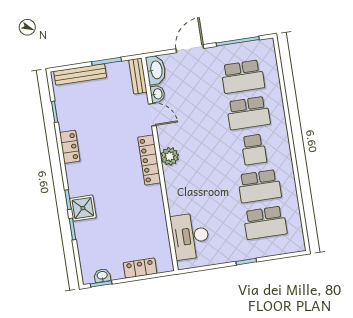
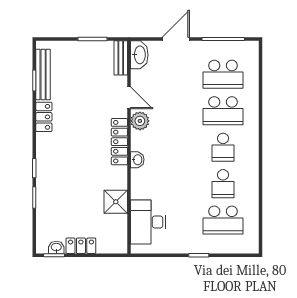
bench: (80, 74) -> (43, 74), moved, turned 90
washbasin: (157, 94) -> (137, 160), moved
plant: (170, 156) -> (140, 121), moved
school desk: (259, 186) -> (223, 184), width x0.54
shower: (83, 208) -> (116, 202), moved
locker: (140, 268) -> (81, 246), moved

